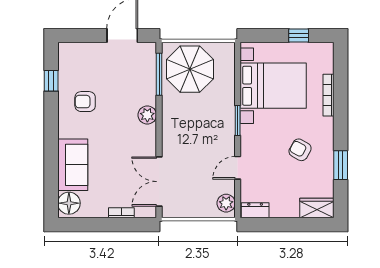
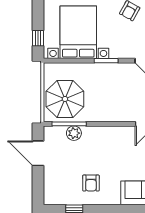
window: (299, 36) -> (38, 38), moved
plant: (147, 115) -> (74, 133), moved

